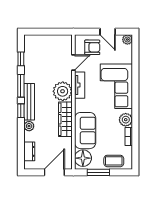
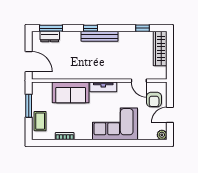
tv unit: (80, 85) -> (103, 87), moved
window: (21, 86) -> (51, 28), moved
plant: (63, 91) -> (110, 70), removed
wardrobe: (65, 119) -> (160, 49), moved, turned -90
plant: (126, 120) -> (82, 133), removed
plant: (29, 126) -> (75, 36), removed
floor lamp: (83, 158) -> (43, 90), removed

